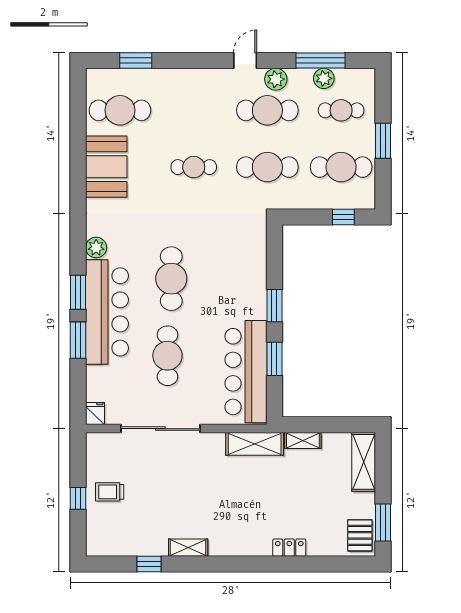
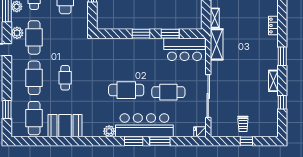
cafe table: (267, 167) -> (34, 78), moved
bar counter: (246, 372) -> (185, 49), width x0.73
window: (233, 564) -> (282, 56), added

